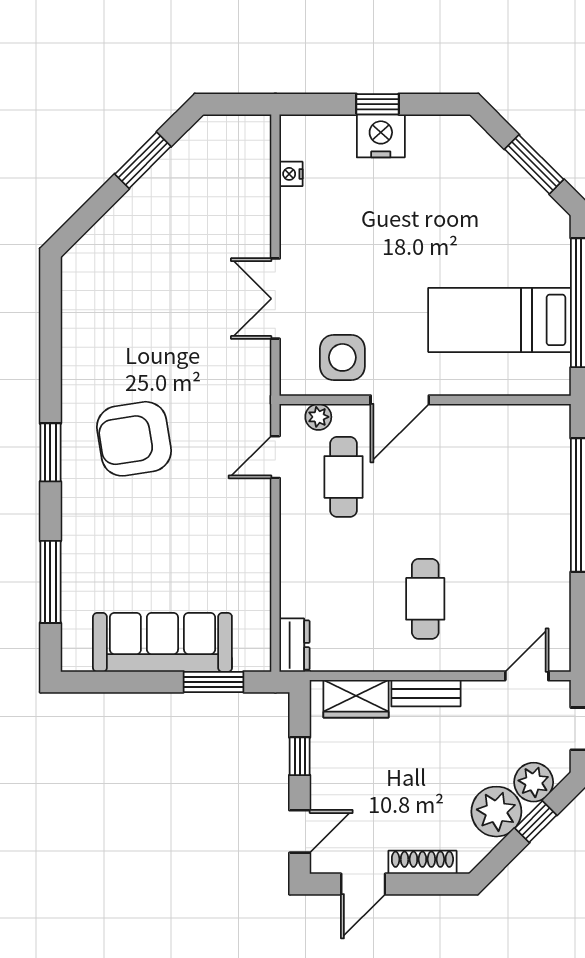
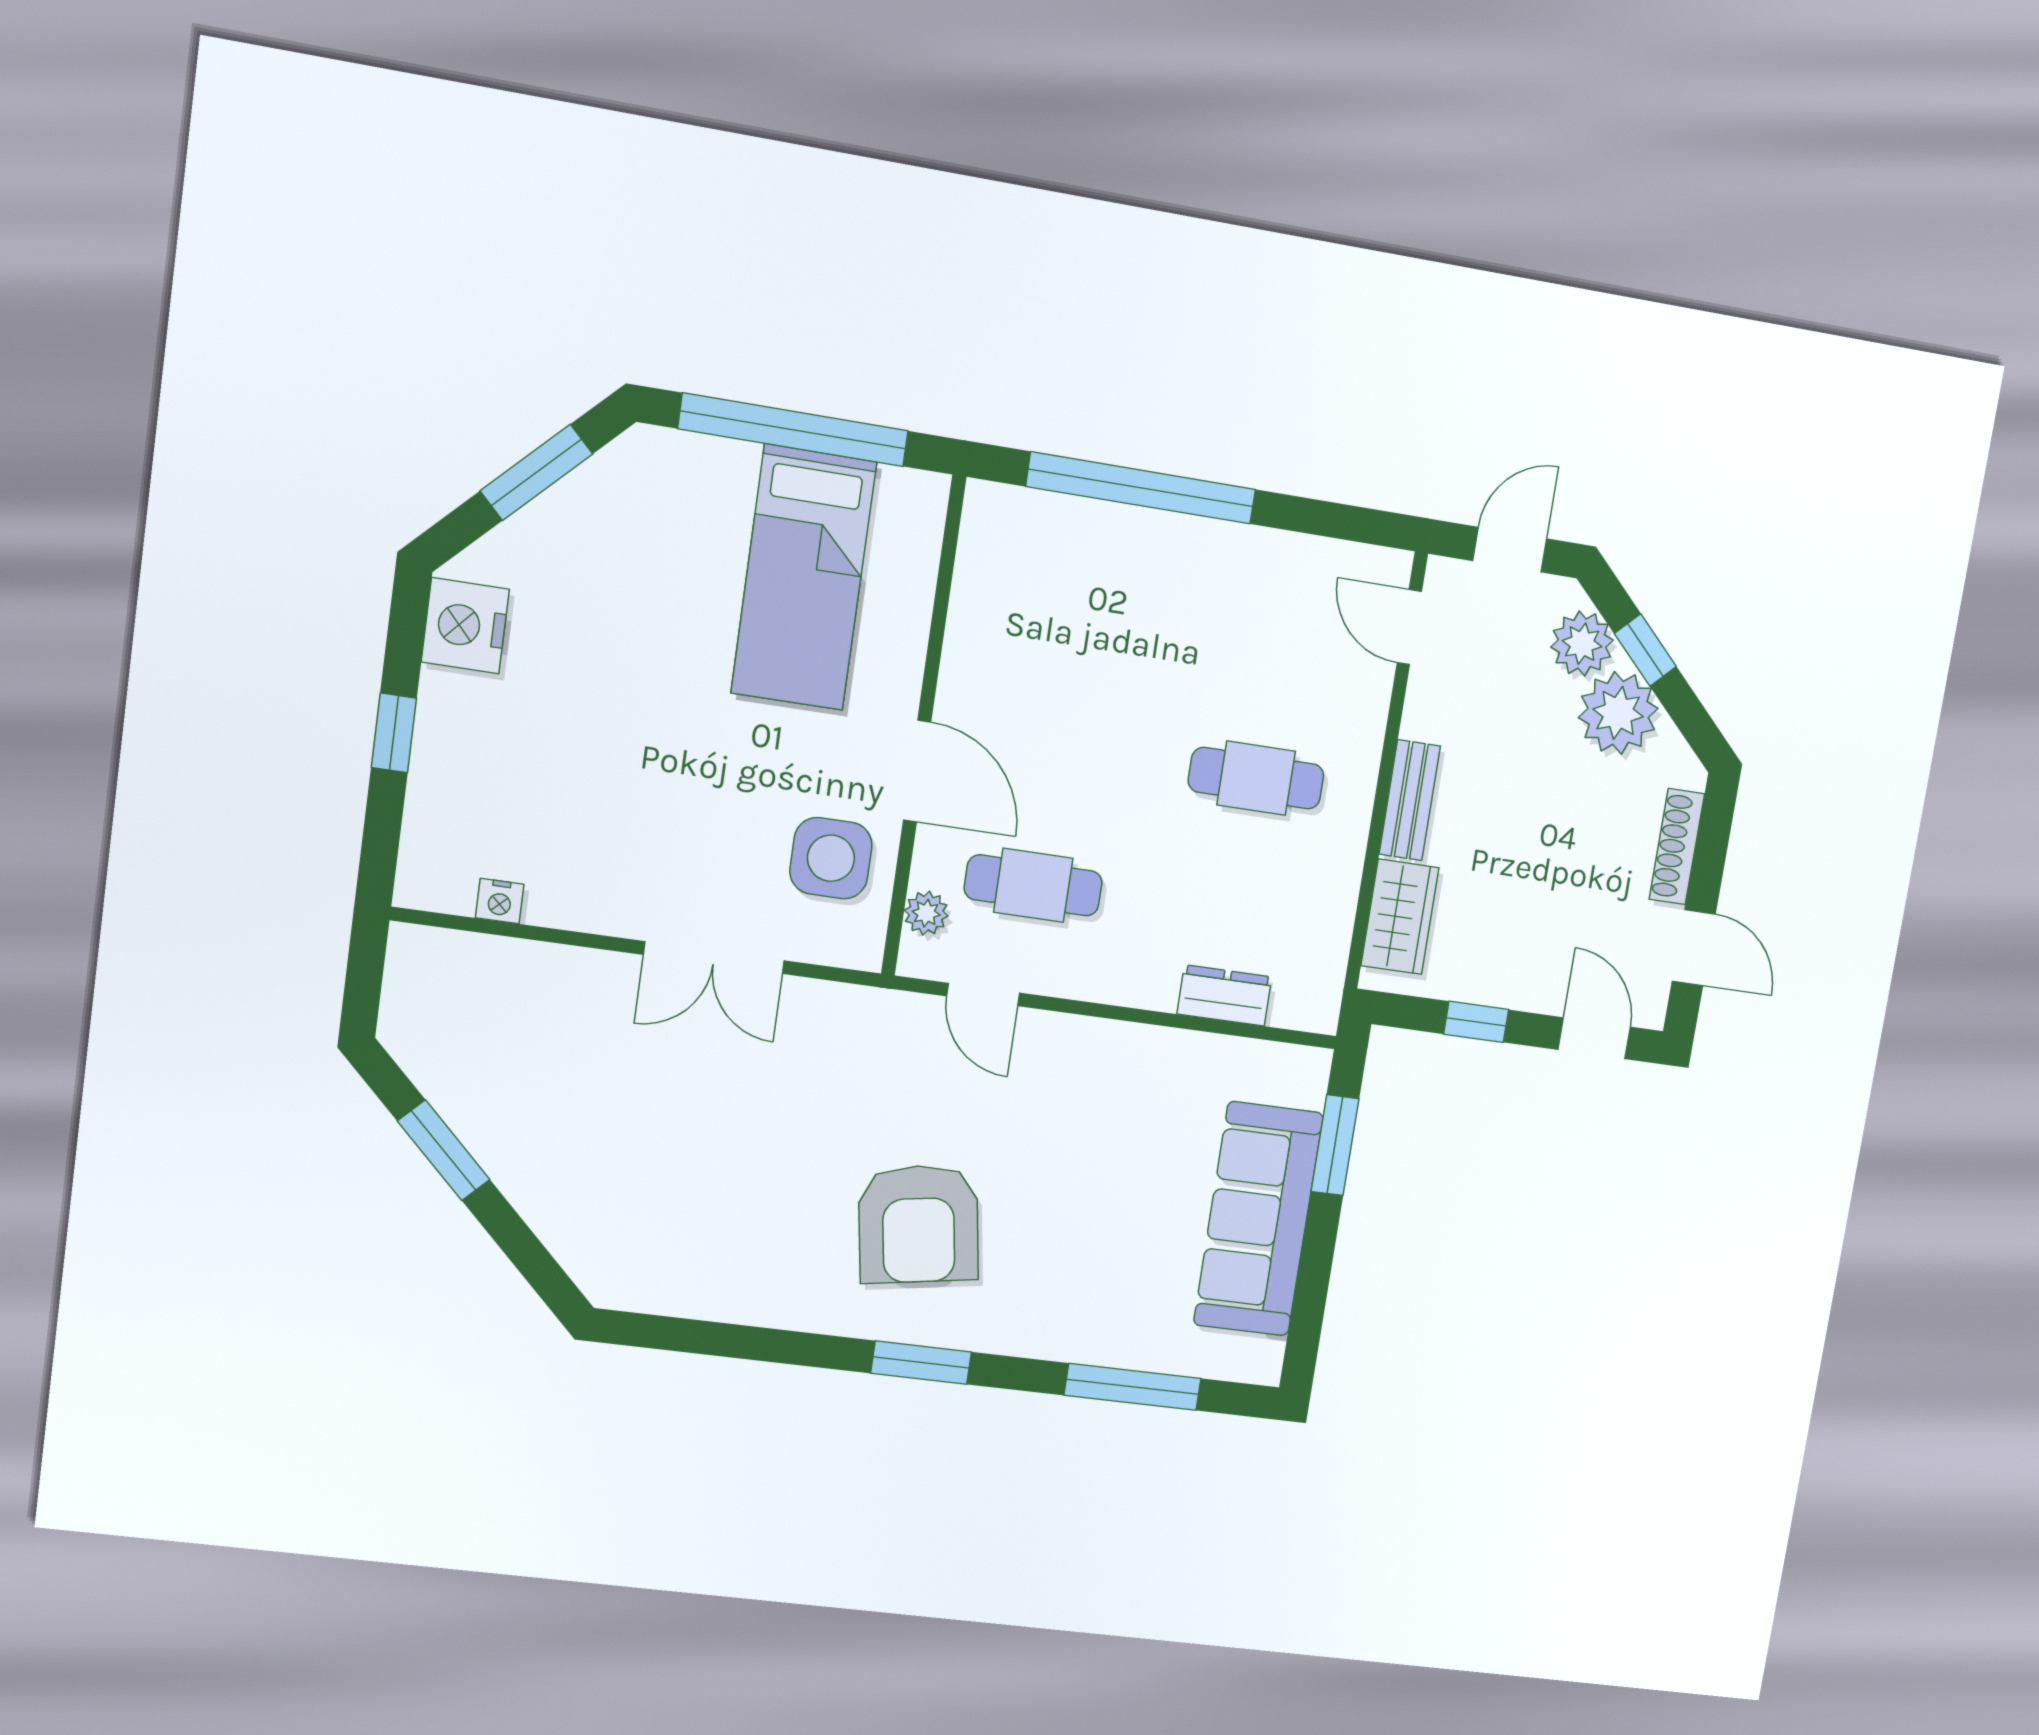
nightstand: (381, 136) -> (465, 626), moved
dresser: (294, 645) -> (1224, 995), moved

